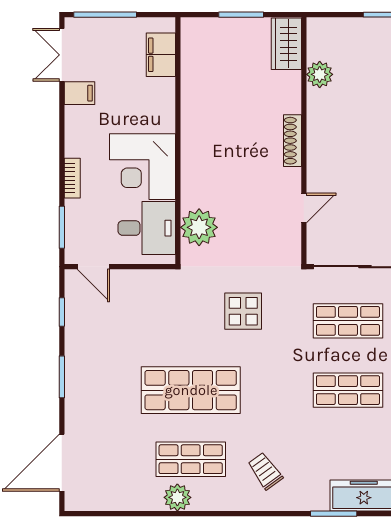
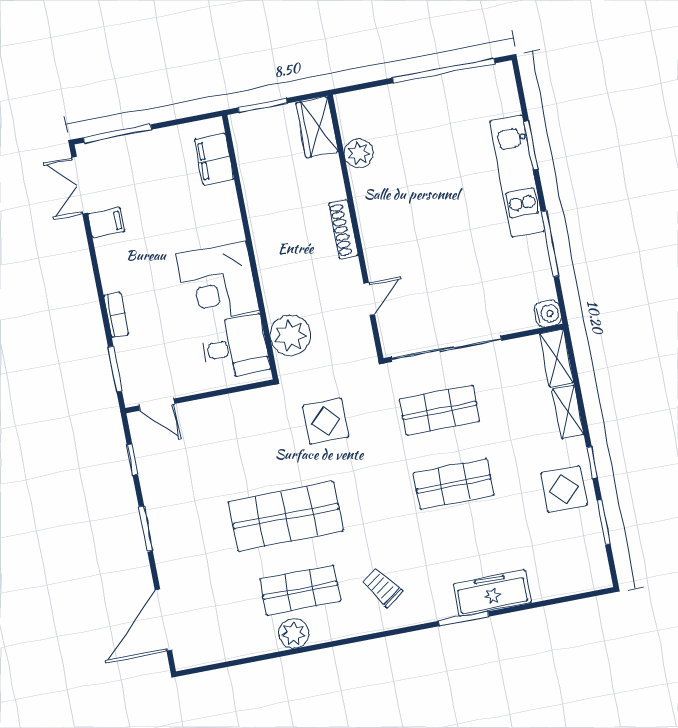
filing cabinet: (161, 55) -> (214, 159), moved
wall: (178, 141) -> (250, 247), moved
corner desk: (142, 167) -> (218, 282), moved
plant: (199, 227) -> (290, 335), moved
desk: (147, 228) -> (235, 347), moved

